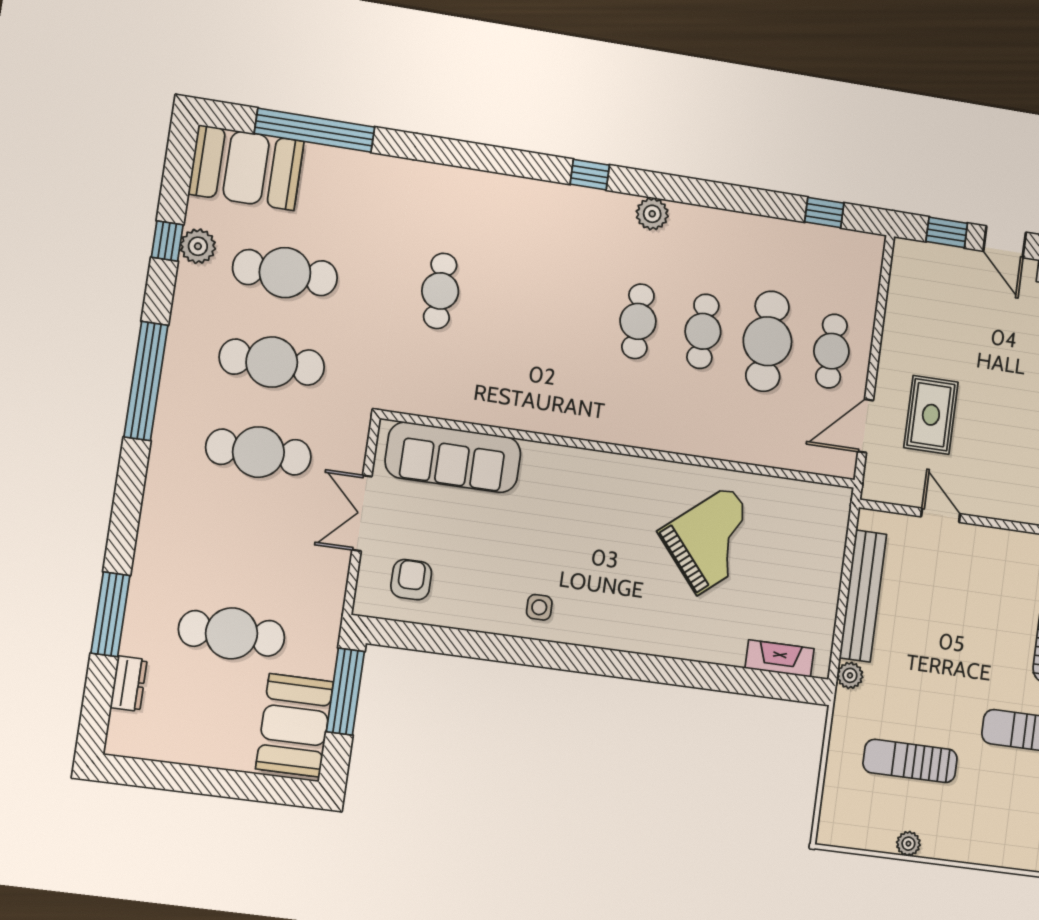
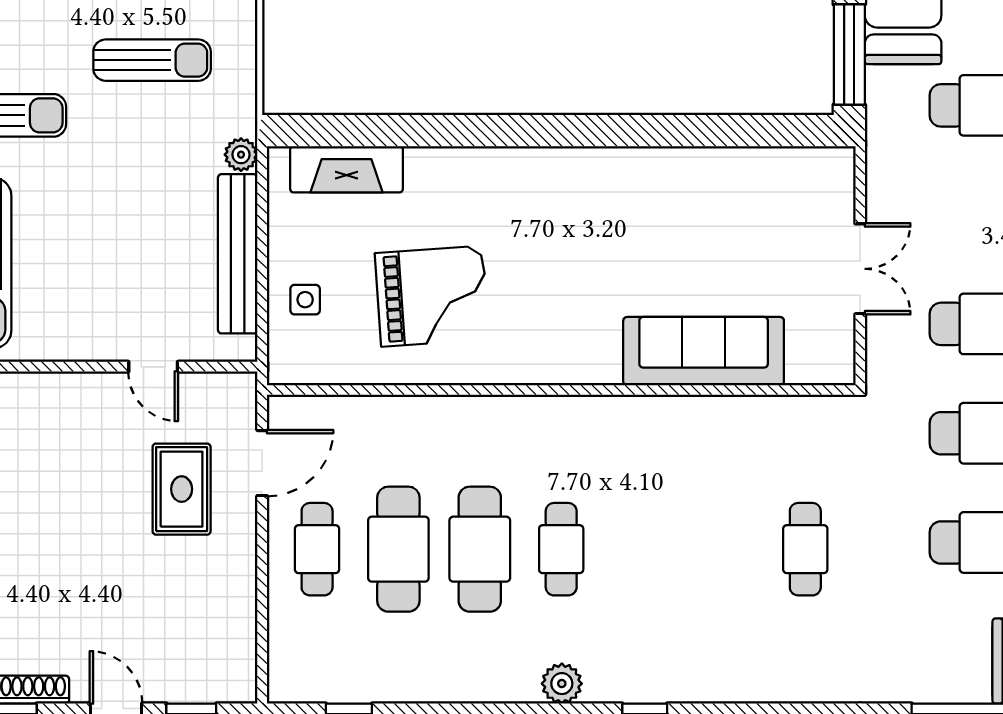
cafe table: (703, 331) -> (480, 549), width x1.37, depth x1.35
sofa: (453, 457) -> (704, 351), moved
grand piano: (714, 540) -> (432, 296), turned -144
armchair: (411, 580) -> (791, 198), removed
side table: (539, 607) -> (305, 300), moved
fireplace: (779, 658) -> (347, 169), width x1.37, depth x1.32

